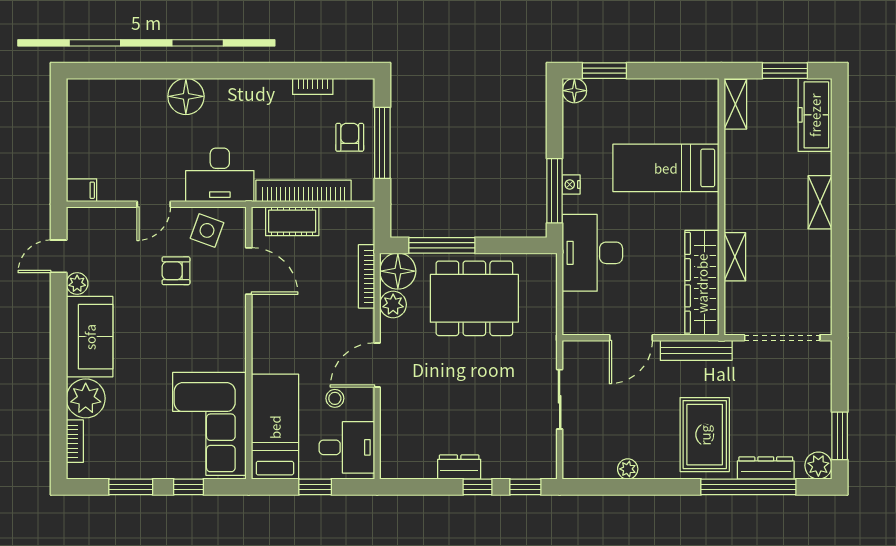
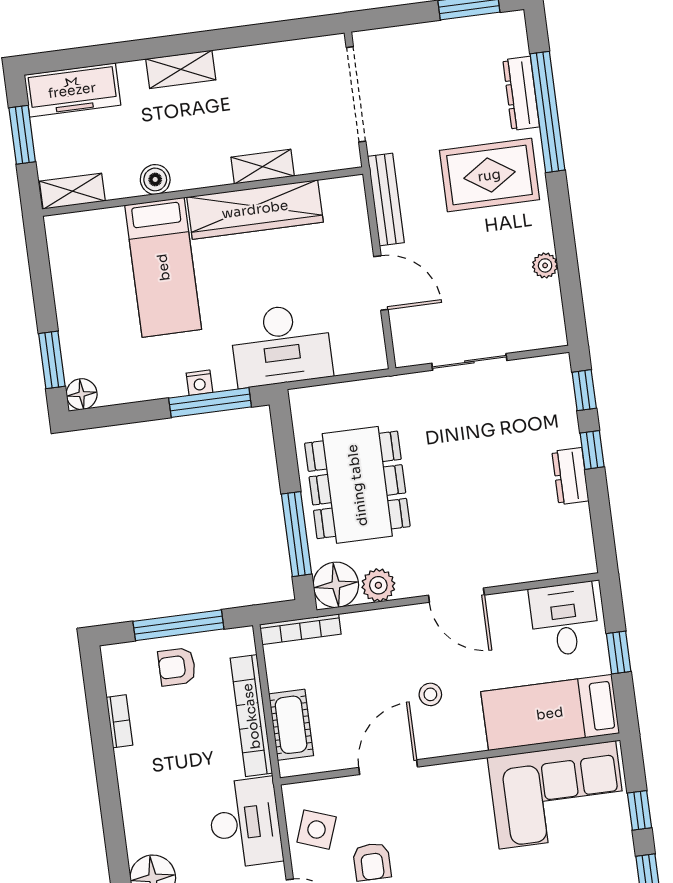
boiler: (736, 171) -> (155, 179), added
door: (249, 271) -> (388, 767), moved
bookcase: (367, 276) -> (300, 629), moved
wardrobe: (702, 283) -> (255, 209), moved
stool: (335, 398) -> (430, 694), moved
plant: (818, 466) -> (509, 28), removed

